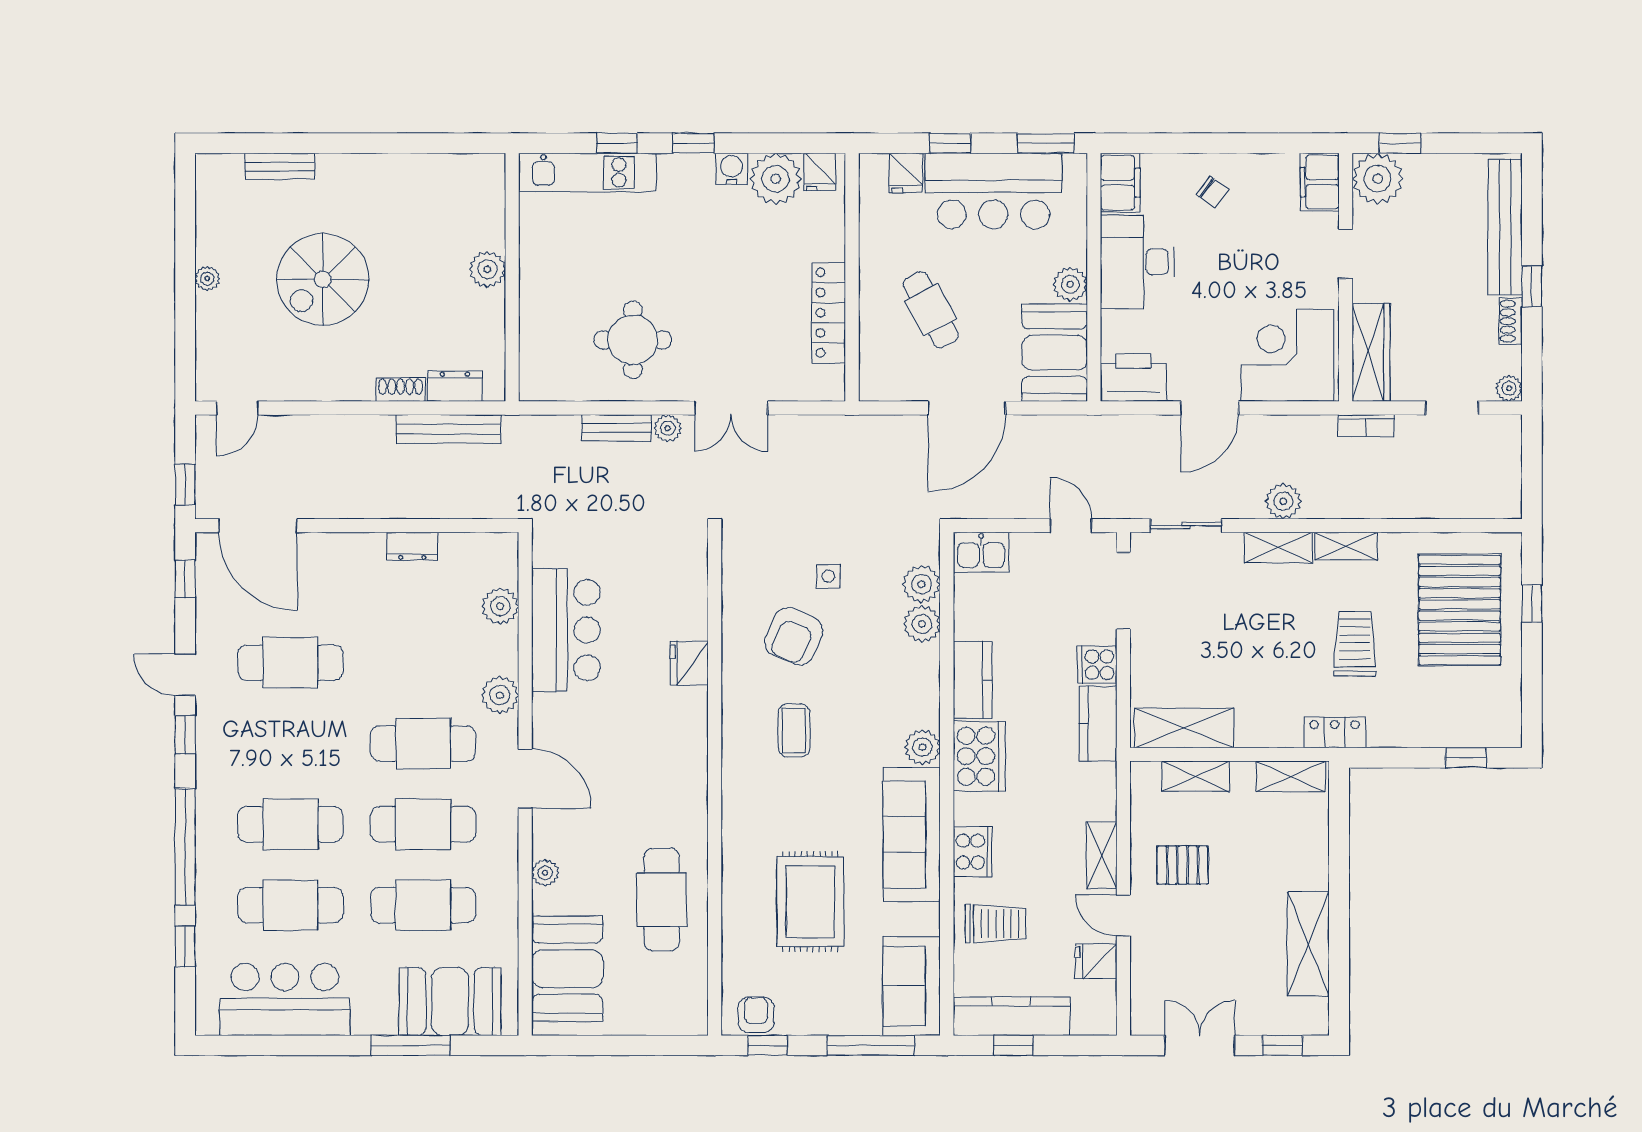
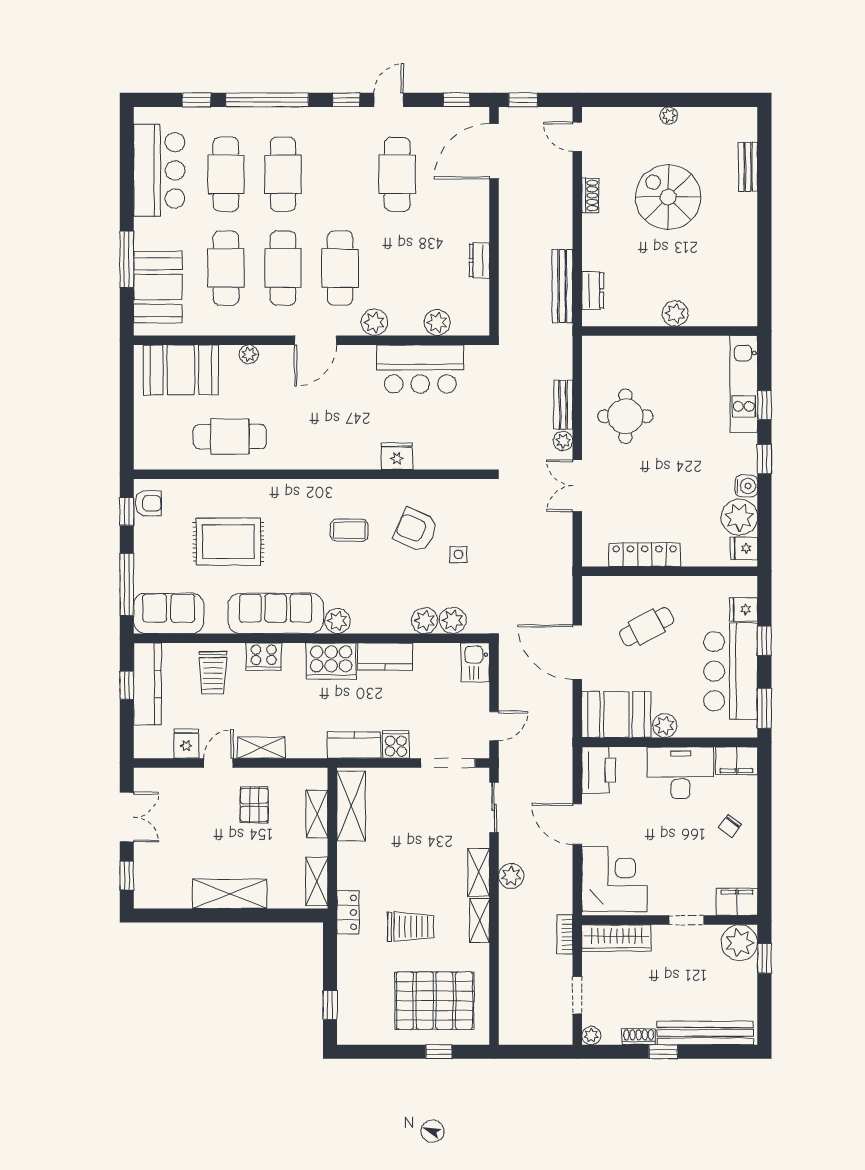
shoe rack: (401, 390) -> (590, 195), moved
shelving: (1308, 944) -> (230, 894), moved

